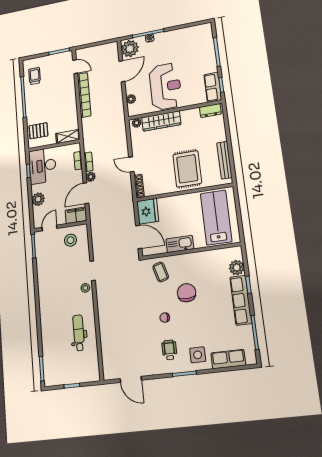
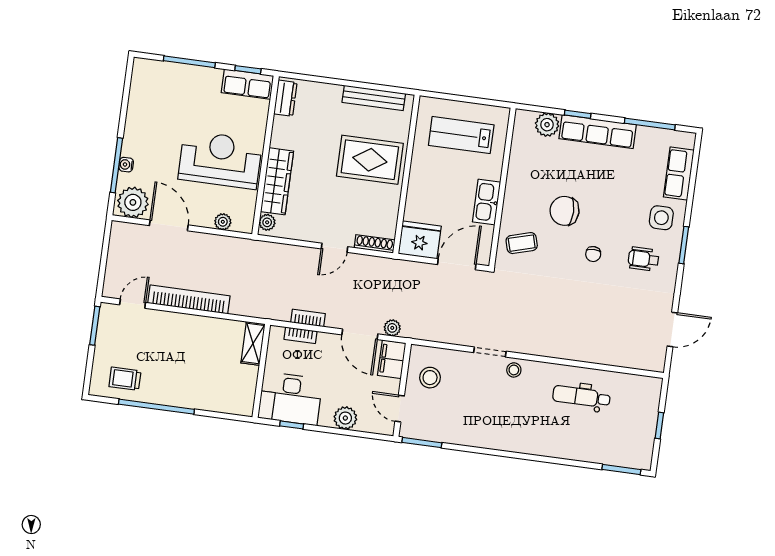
pallet: (38, 131) -> (226, 393), removed
plant: (91, 177) -> (392, 328), moved
lab bench: (216, 217) -> (461, 135), width x0.73, depth x0.72

